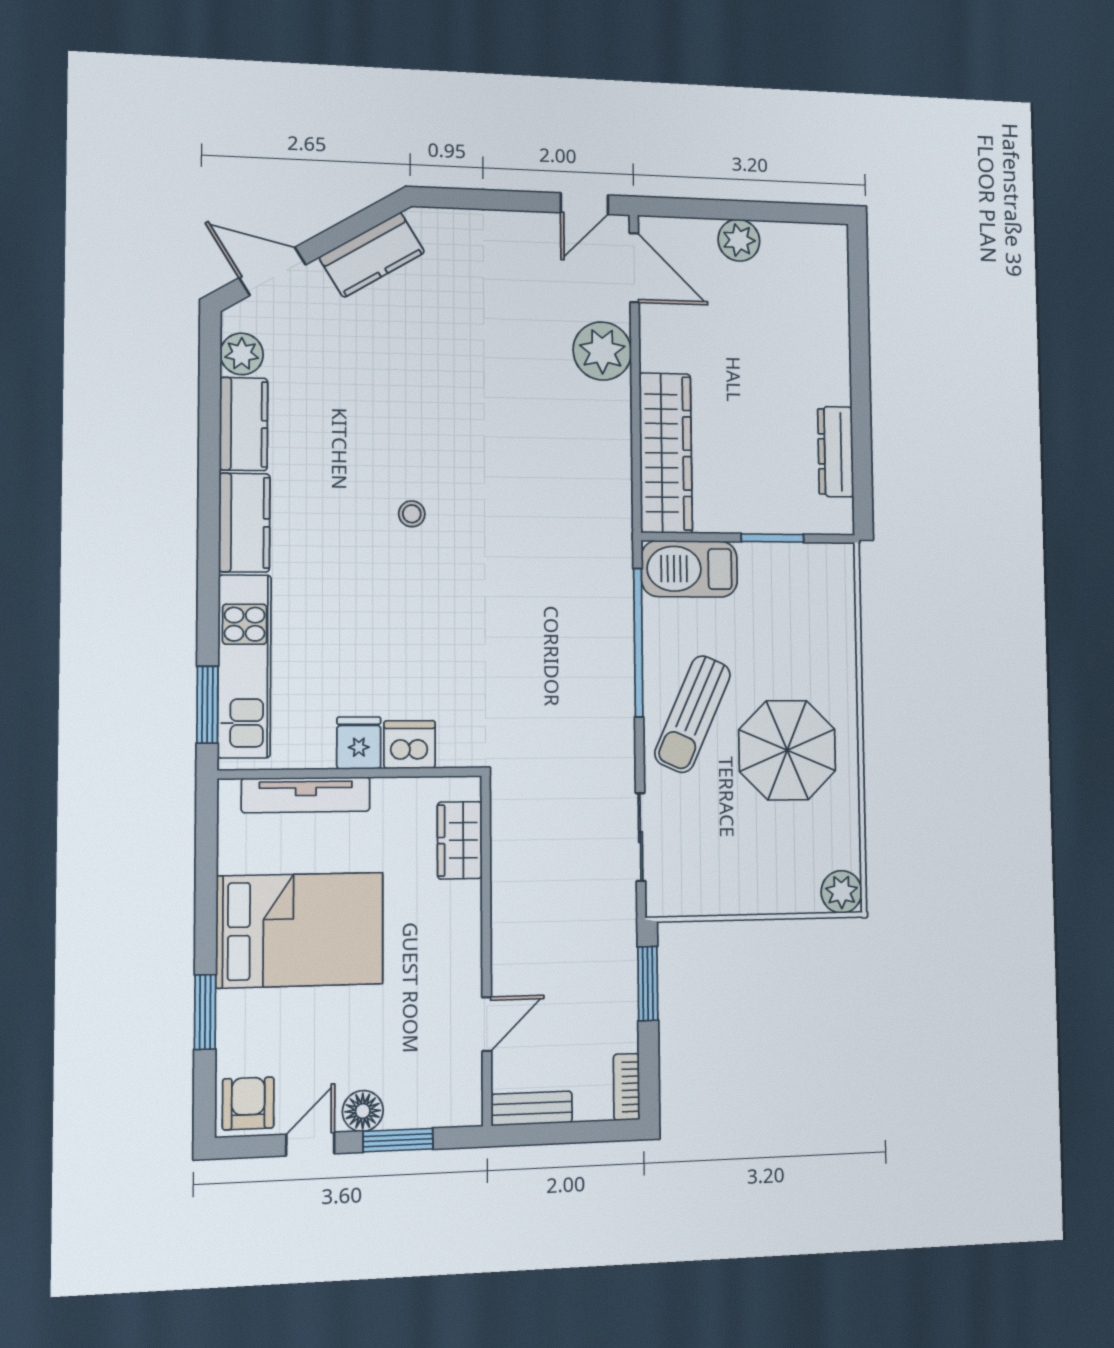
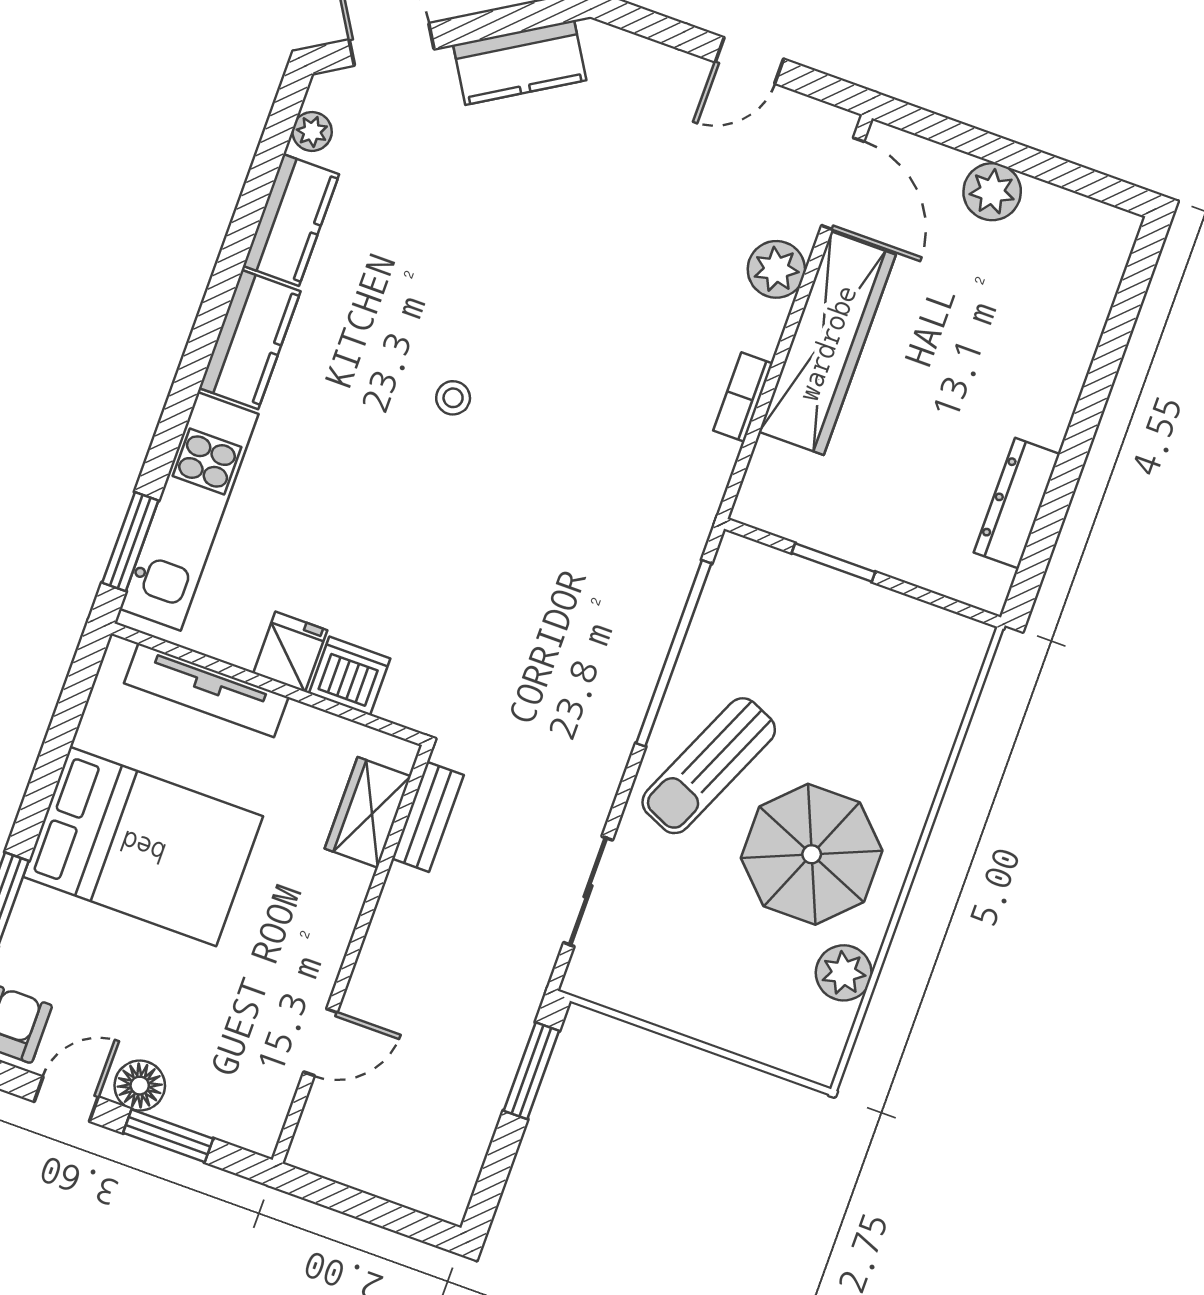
door: (584, 204) -> (749, 61), moved
plant: (602, 351) -> (776, 269), width x0.73, depth x0.73
plant: (242, 354) -> (312, 131), width x0.73, depth x0.73
wardrobe: (666, 453) -> (827, 343), moved
window: (772, 538) -> (833, 562), moved
barbecue: (689, 569) -> (772, 585), removed
plant: (842, 892) -> (844, 973), moved
bookcase: (627, 1087) -> (743, 397), moved
bench: (532, 1108) -> (428, 817), moved, turned 90

